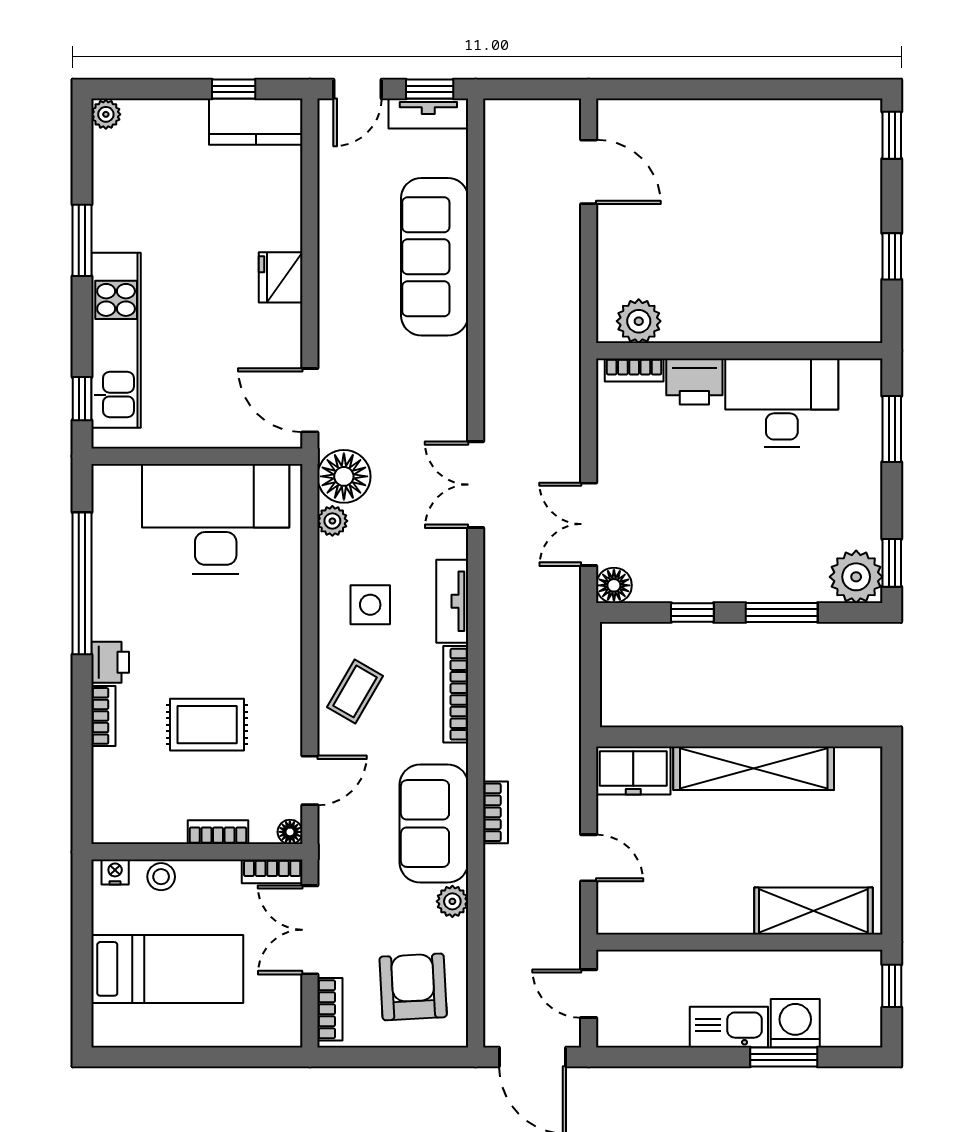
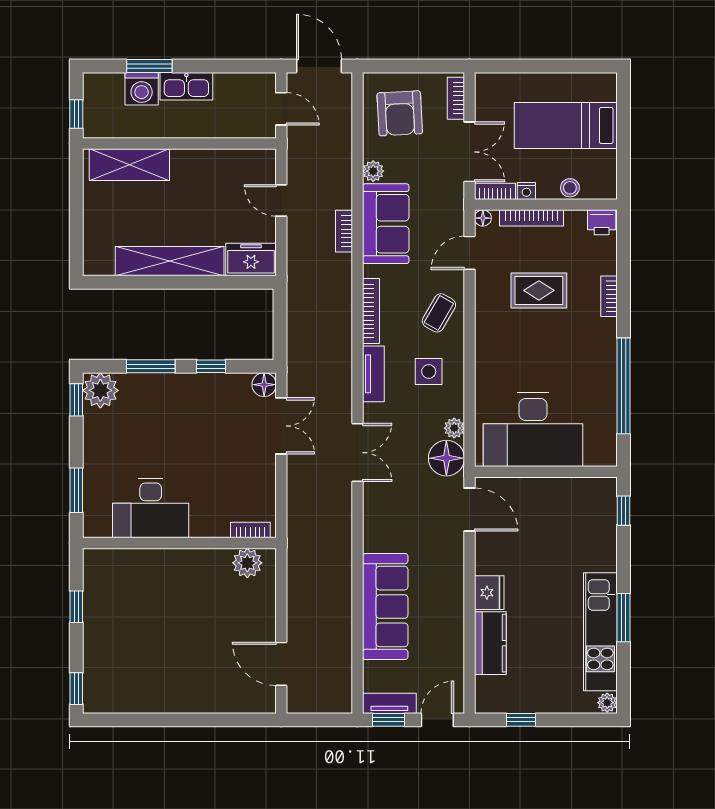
kitchen counter: (256, 122) -> (490, 643), moved, turned 90
kitchen unit: (116, 340) -> (600, 632), moved
printer: (694, 381) -> (210, 522), removed
printer: (110, 662) -> (602, 222), moved, turned -90
bookcase: (218, 832) -> (531, 218), width x1.56
nightstand: (115, 872) -> (526, 191), moved

